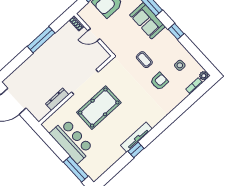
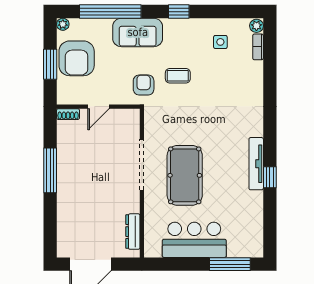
armchair: (159, 81) -> (144, 85), moved
dresser: (57, 99) -> (133, 232), moved

